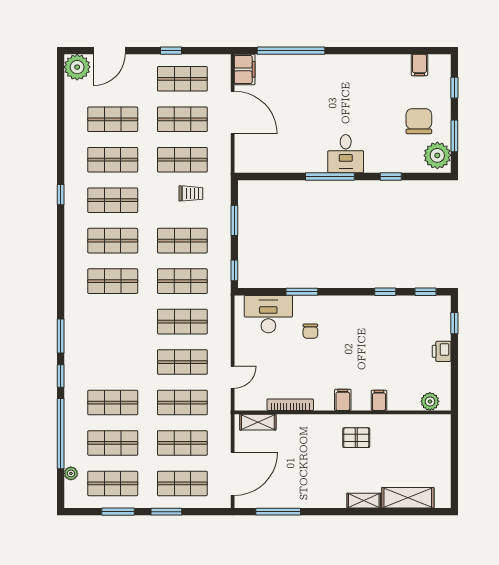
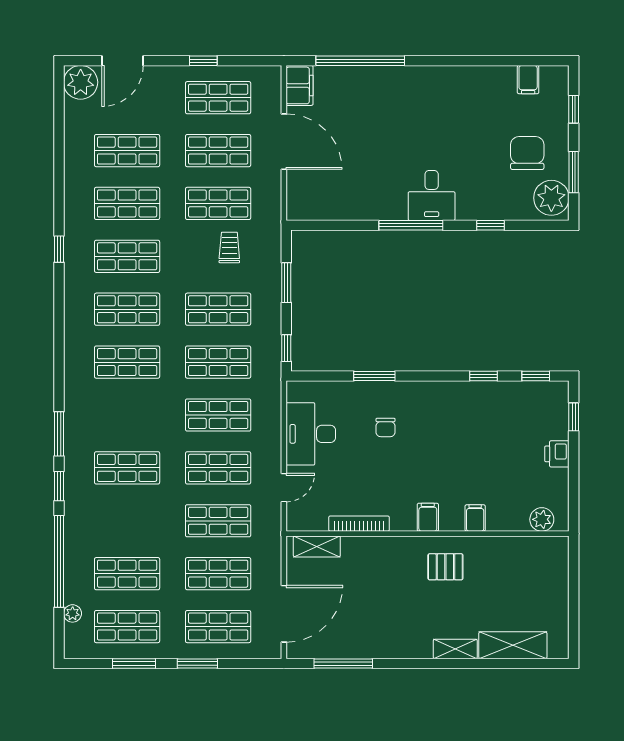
trolley: (191, 193) -> (229, 247), turned -90
desk: (268, 314) -> (311, 434), moved, turned -90
shop shelf: (113, 403) -> (127, 468), moved

